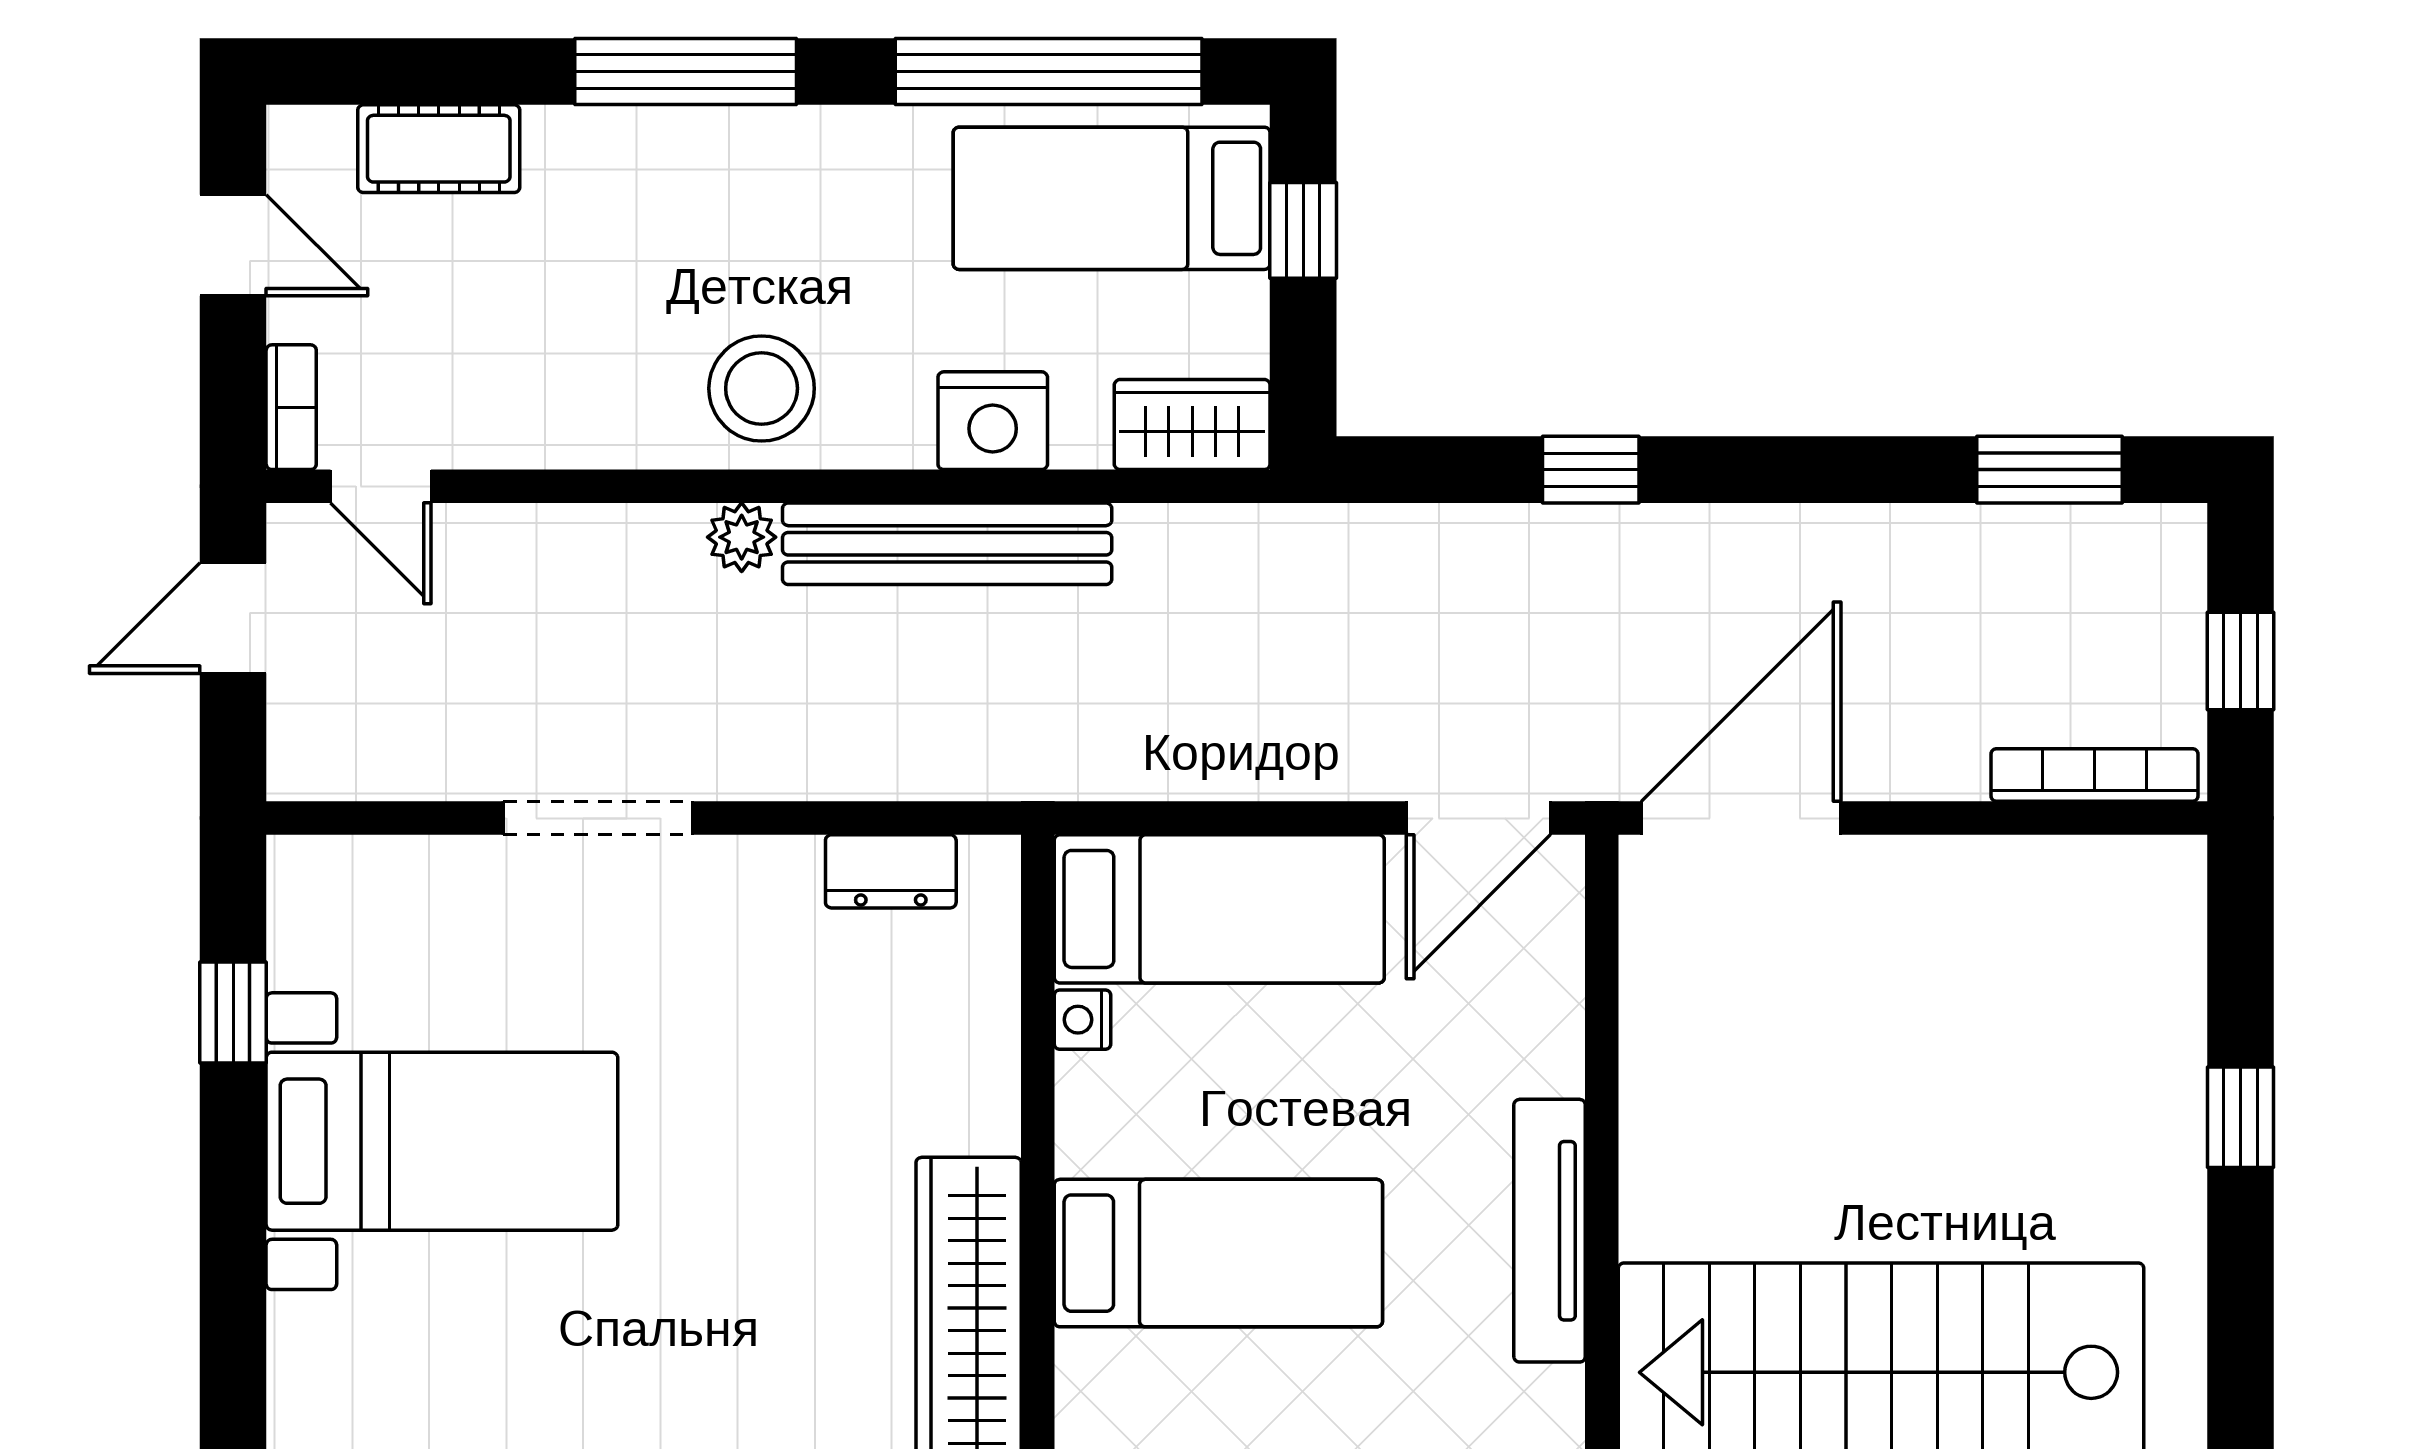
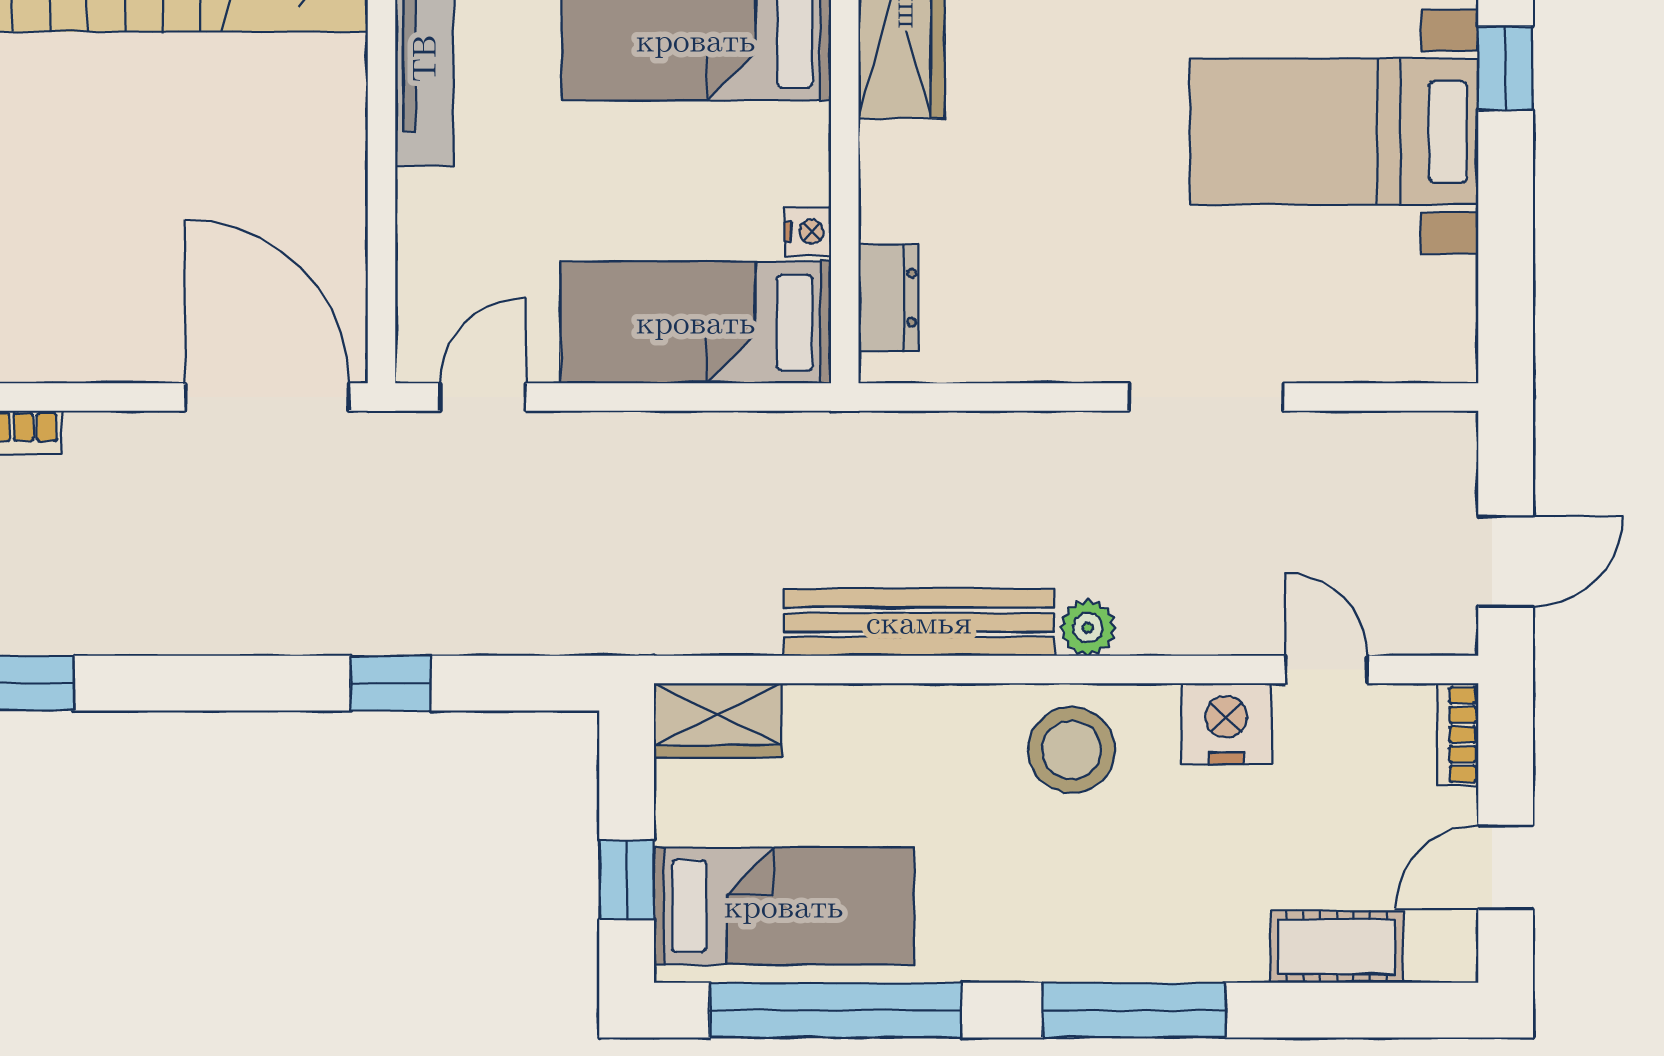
door: (233, 245) -> (1506, 867), hinge flipped
nightstand: (993, 421) -> (1226, 723), moved
door: (381, 486) -> (1326, 670), moved
door: (1478, 818) -> (483, 397), width x0.73
door: (1741, 818) -> (267, 397), swing flipped
dresser: (891, 871) -> (888, 298), moved, turned 90
window: (233, 1013) -> (1506, 68), moved

